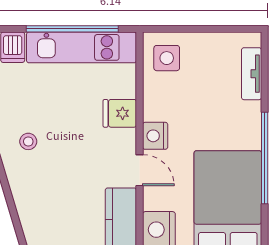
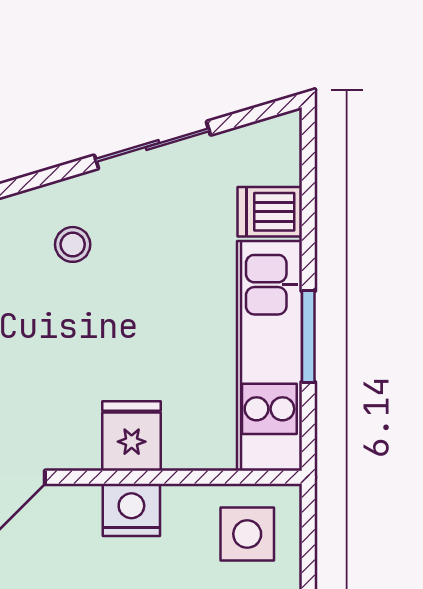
window: (72, 29) -> (308, 336), width x0.47
nightstand: (155, 136) -> (131, 510), moved

